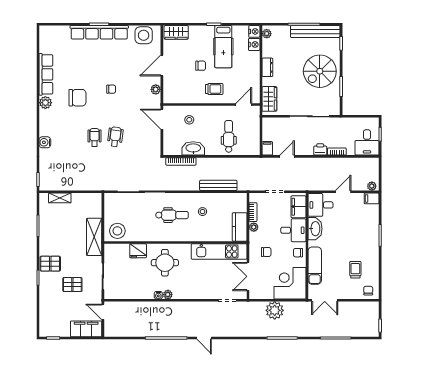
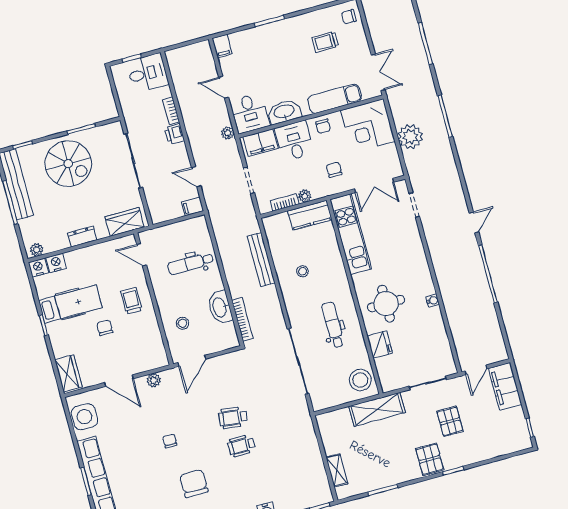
plant: (372, 186) -> (228, 133), moved
dental chair: (172, 215) -> (333, 325), moved
plant: (168, 295) -> (428, 288), removed

